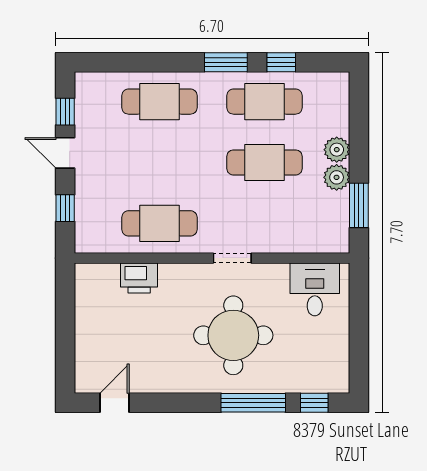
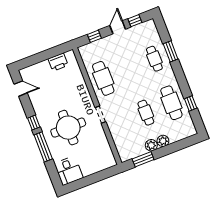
window: (226, 62) -> (171, 51), moved
cafe table: (159, 102) -> (154, 59), width x0.73, depth x0.74
cafe table: (265, 162) -> (146, 113), width x0.73, depth x0.74
printer: (139, 278) -> (58, 62), moved, turned -90
desk: (315, 289) -> (69, 171), moved, turned 90
window: (314, 403) -> (34, 123), moved

